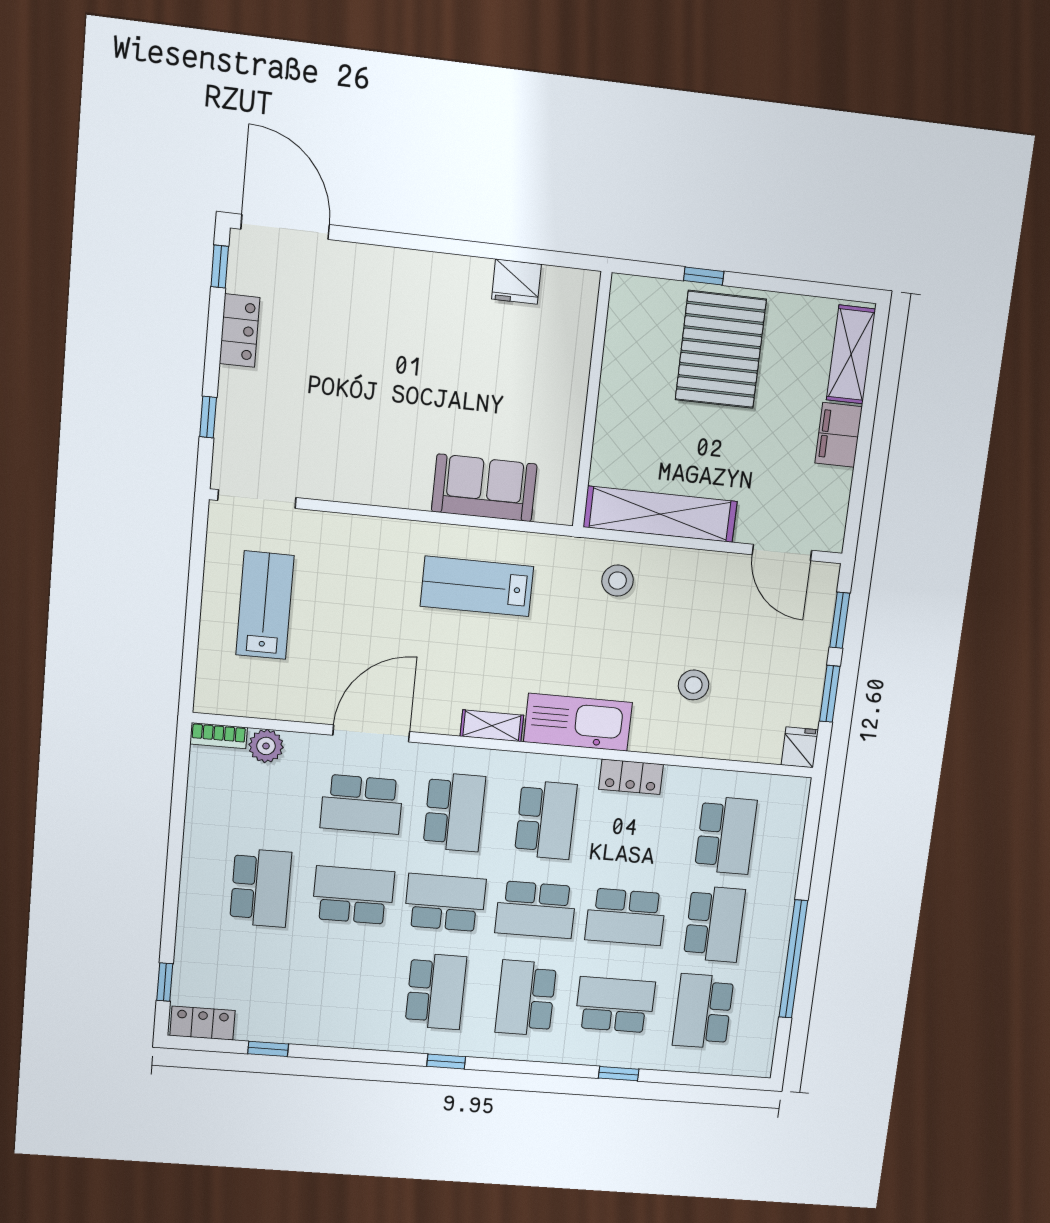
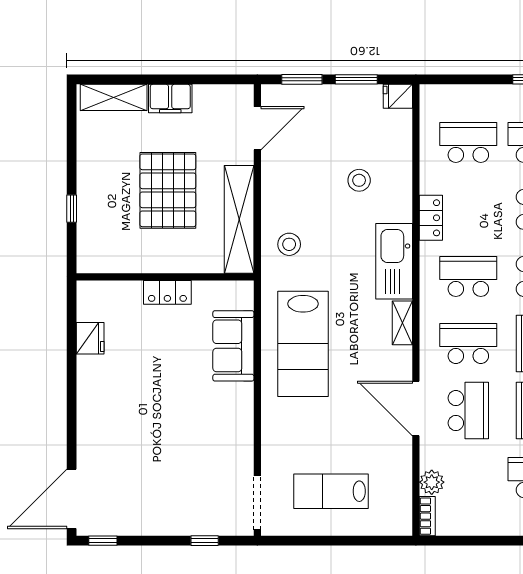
locker: (240, 331) -> (167, 292), moved, turned 180
pallet: (721, 350) -> (168, 190), moved, turned 90
lab bench: (477, 586) -> (303, 344), width x1.36, depth x1.39

